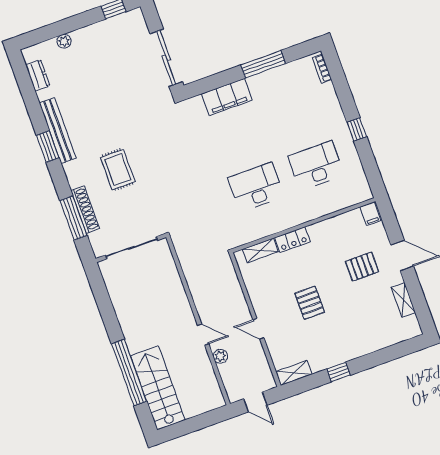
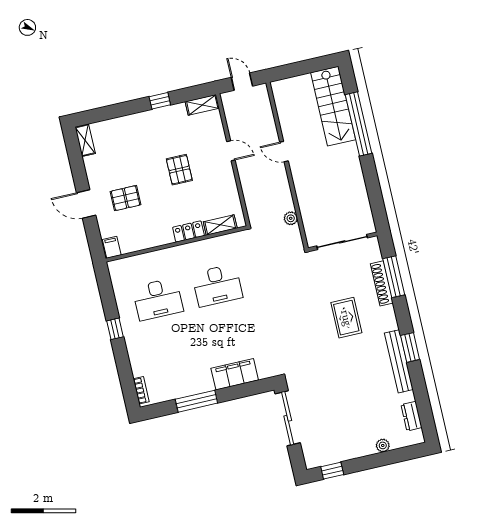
shelving: (403, 300) -> (85, 140), moved
plant: (220, 356) -> (291, 218), moved

